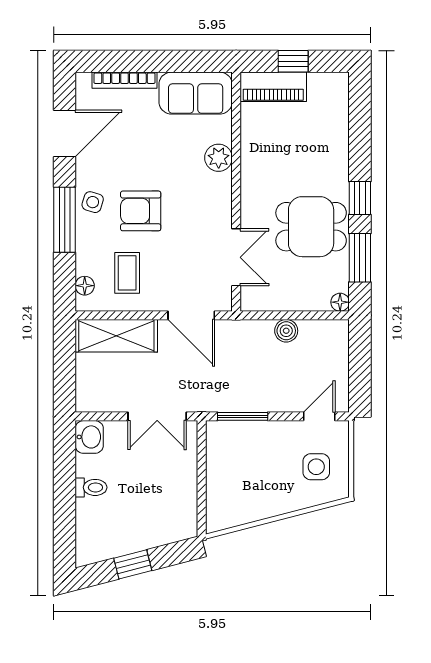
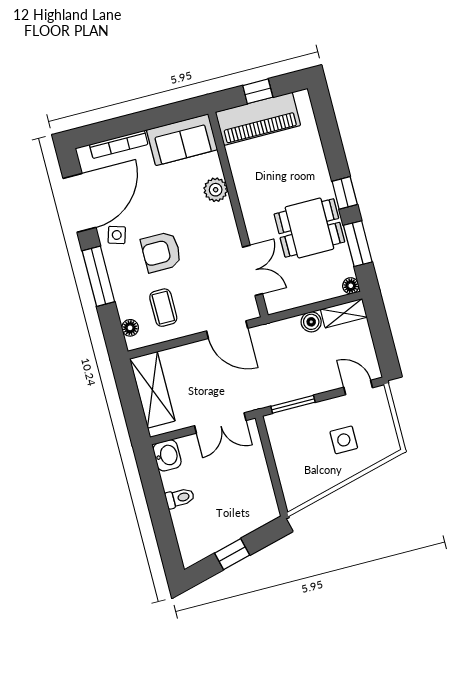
piano: (273, 87) -> (258, 119), width x1.37, depth x1.33
door: (65, 133) -> (79, 203), width x1.36
side table: (93, 202) -> (117, 235), moved
shelving: (325, 330) -> (344, 313), added
shelving: (116, 336) -> (152, 390), moved, turned 90
door: (319, 416) -> (358, 387), hinge flipped
side table: (316, 467) -> (344, 440), moved

